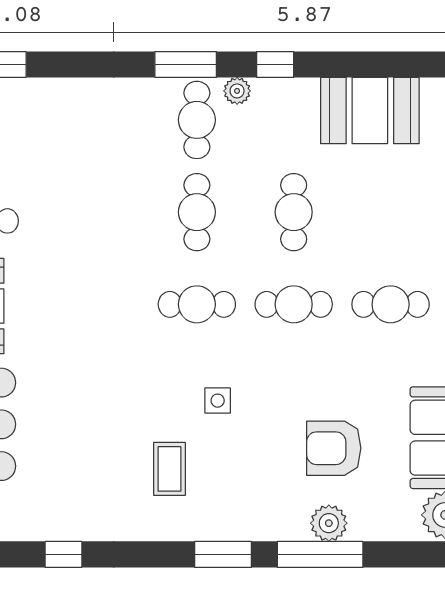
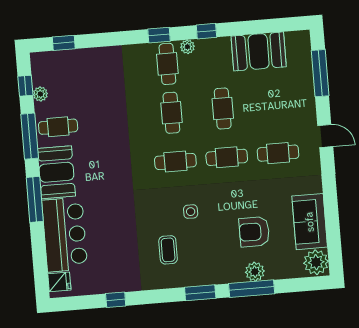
window: (186, 64) -> (159, 35), width x0.67

